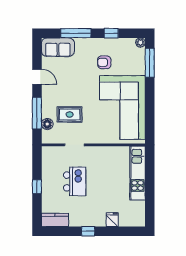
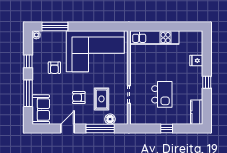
armchair: (71, 89) -> (79, 98), added
kitchen island: (75, 181) -> (162, 94), turned 90

